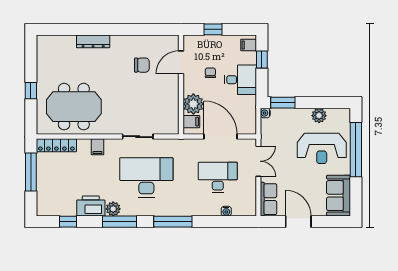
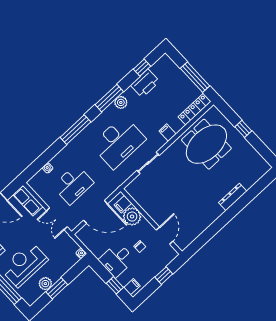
chair: (142, 65) -> (188, 211), removed
window: (283, 103) -> (57, 288), moved
printer: (91, 206) -> (145, 83), moved

